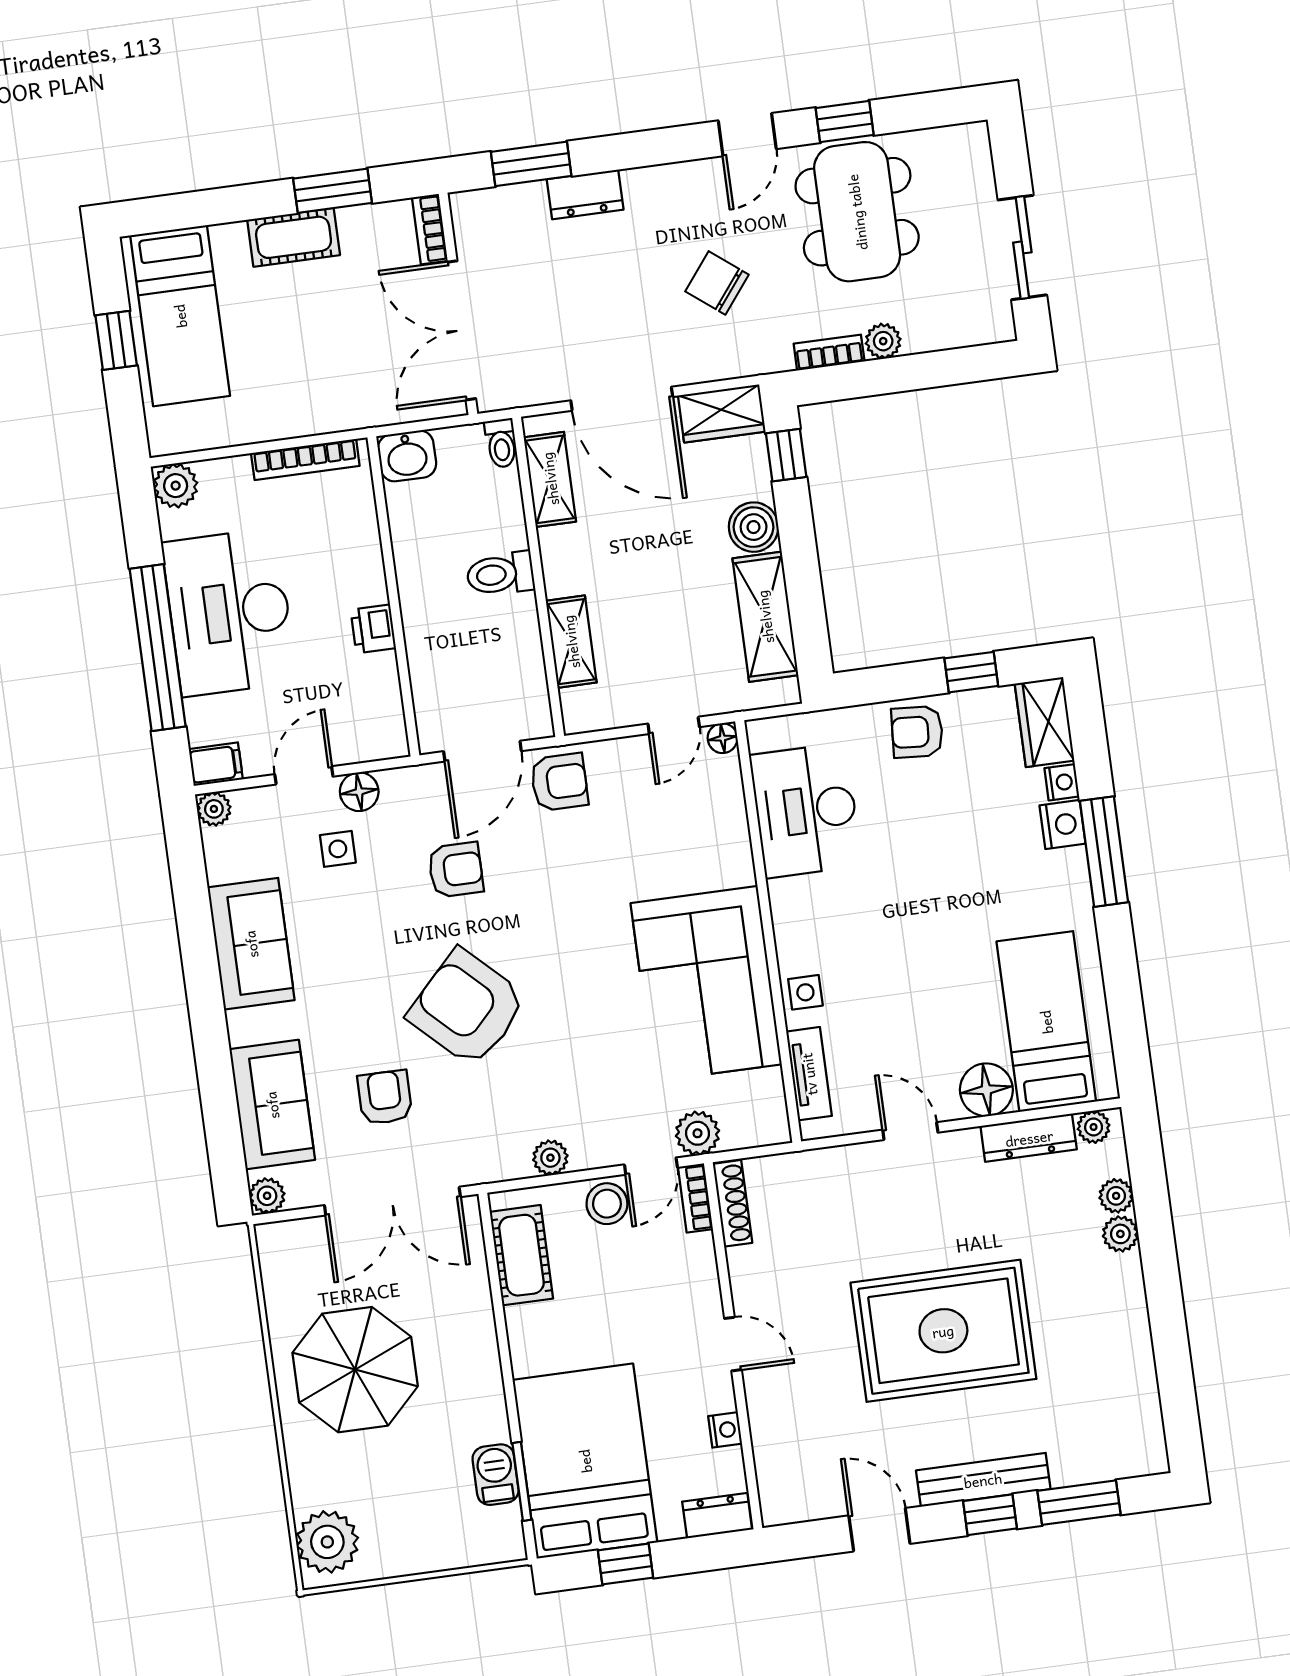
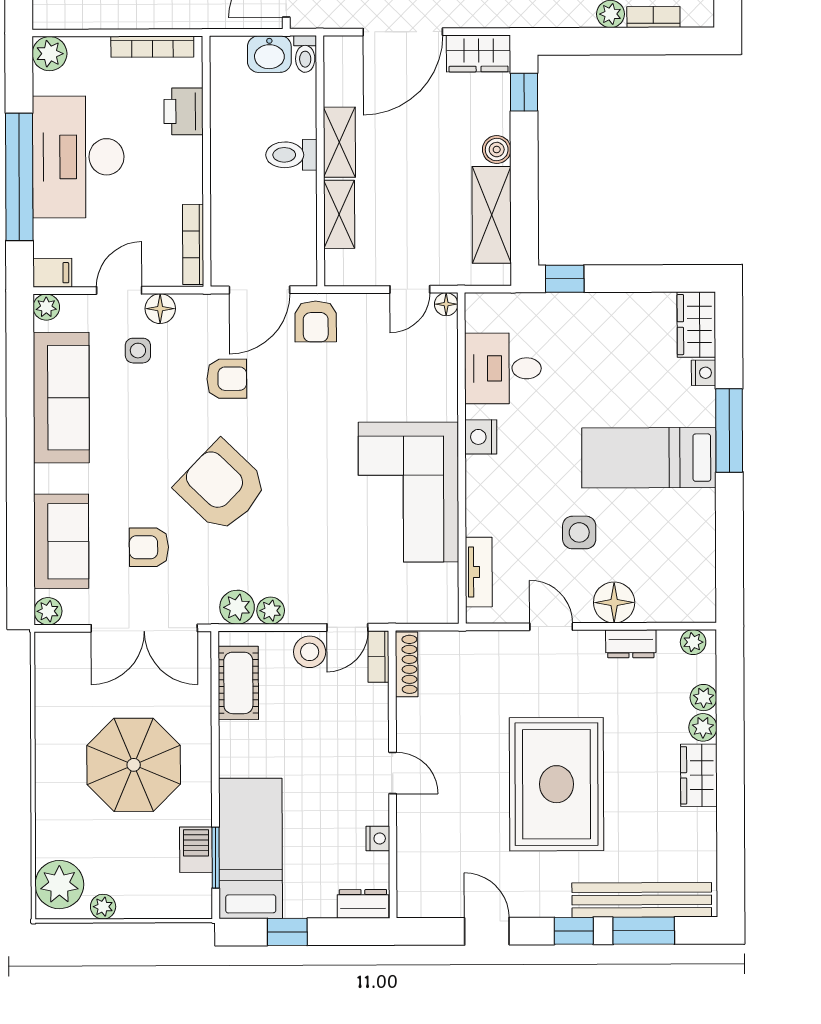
bookcase: (829, 353) -> (653, 17), moved
door: (622, 399) -> (403, 32), hinge flipped
washbasin: (407, 456) -> (269, 54), moved
shelving: (550, 479) -> (339, 142), moved
boiler: (754, 527) -> (497, 150), width x0.73, depth x0.73
printer: (373, 629) -> (184, 111), moved, width x1.36, depth x1.24
window: (971, 672) -> (565, 279), moved
bookcase: (390, 704) -> (193, 244), added
armchair: (917, 732) -> (597, 319), removed
armchair: (559, 782) -> (316, 321), turned 90
desk: (806, 810) -> (503, 368), width x0.73
nightstand: (1063, 824) -> (481, 437), moved, turned 180
sofa: (251, 944) -> (61, 398), width x1.36
side table: (805, 992) -> (579, 532), moved, width x1.37, depth x1.37
bed: (1046, 1022) -> (649, 458), moved, turned -90
armchair: (385, 1097) -> (149, 547), turned -90
plant: (697, 1133) -> (237, 607), moved
dresser: (1029, 1138) -> (631, 644), width x0.70
wardrobe: (1123, 1296) -> (699, 775), added
rug: (943, 1331) -> (556, 784), turned 90
parasol: (355, 1370) -> (134, 765), moved
bed: (585, 1461) -> (251, 848), width x0.67
bench: (983, 1480) -> (642, 900), moved, width x1.37, depth x1.21
plant: (387, 1563) -> (103, 907), added

